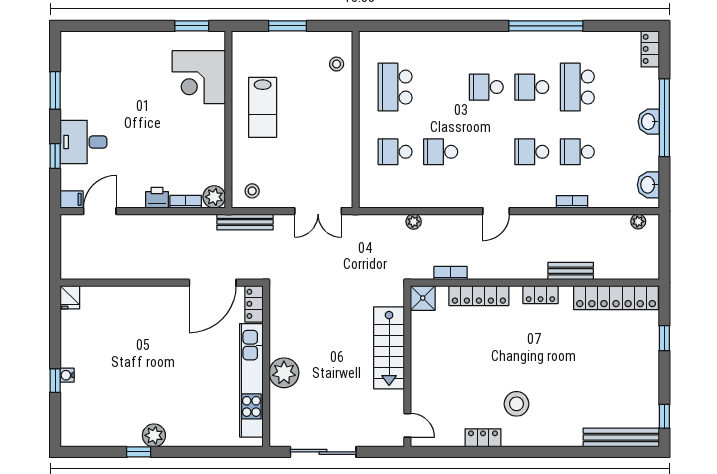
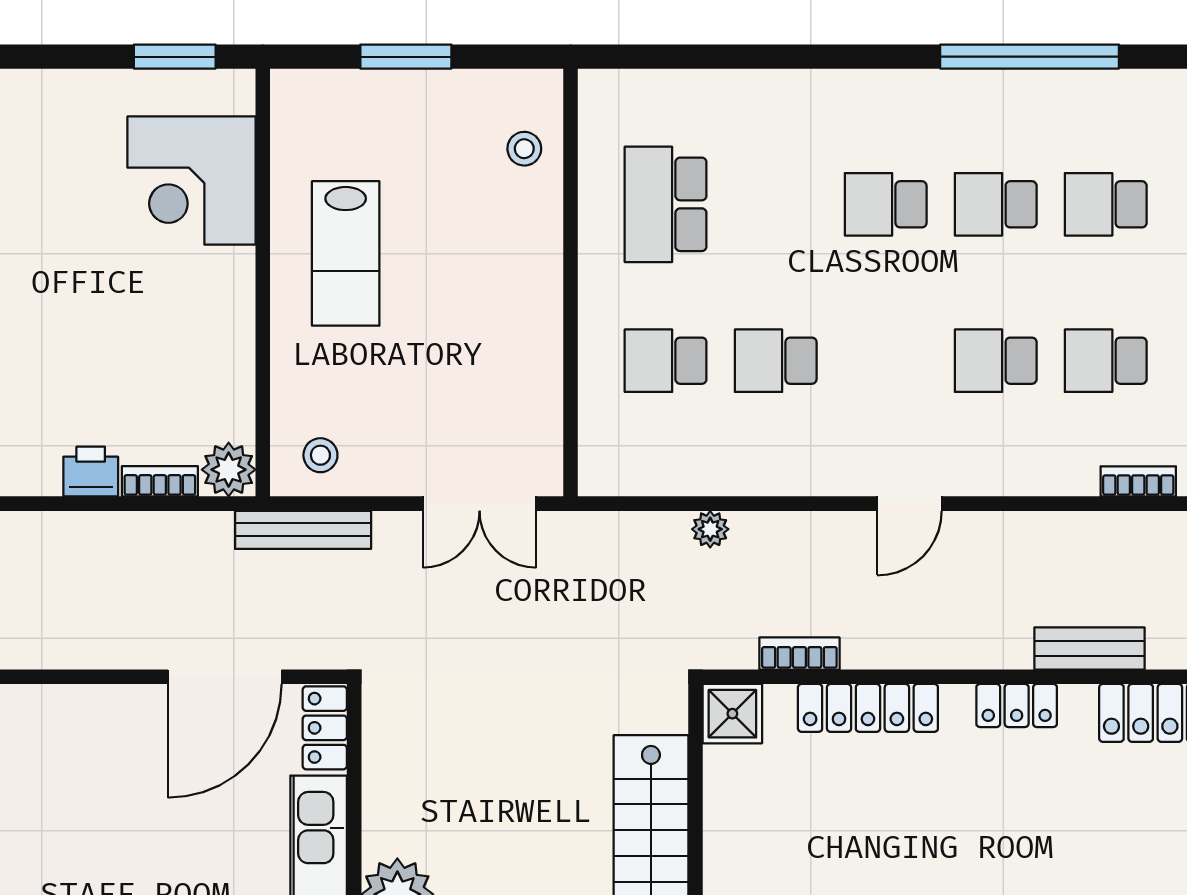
school desk: (577, 87) -> (1106, 204), width x0.54
bookcase: (572, 202) -> (1138, 481), moved

